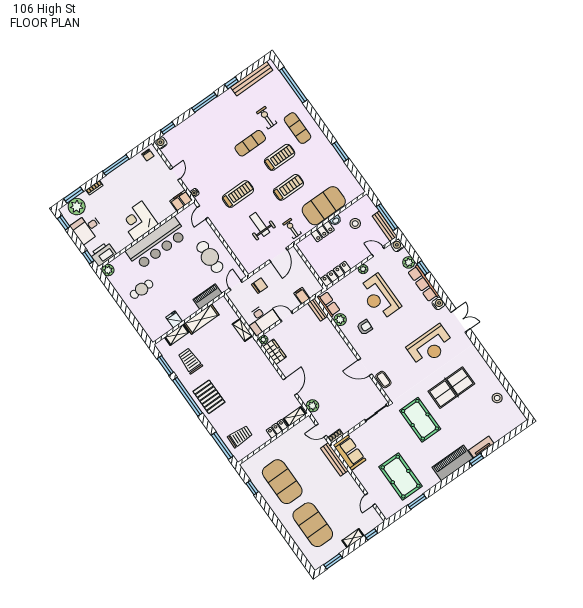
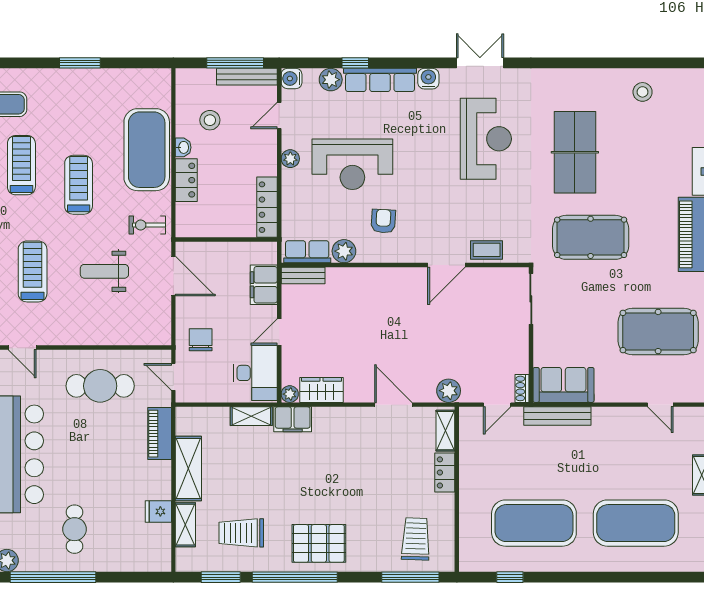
window: (115, 295) -> (53, 577), added
filing cabinet: (302, 296) -> (264, 285), width x2.00
filing cabinet: (254, 348) -> (293, 419), added

